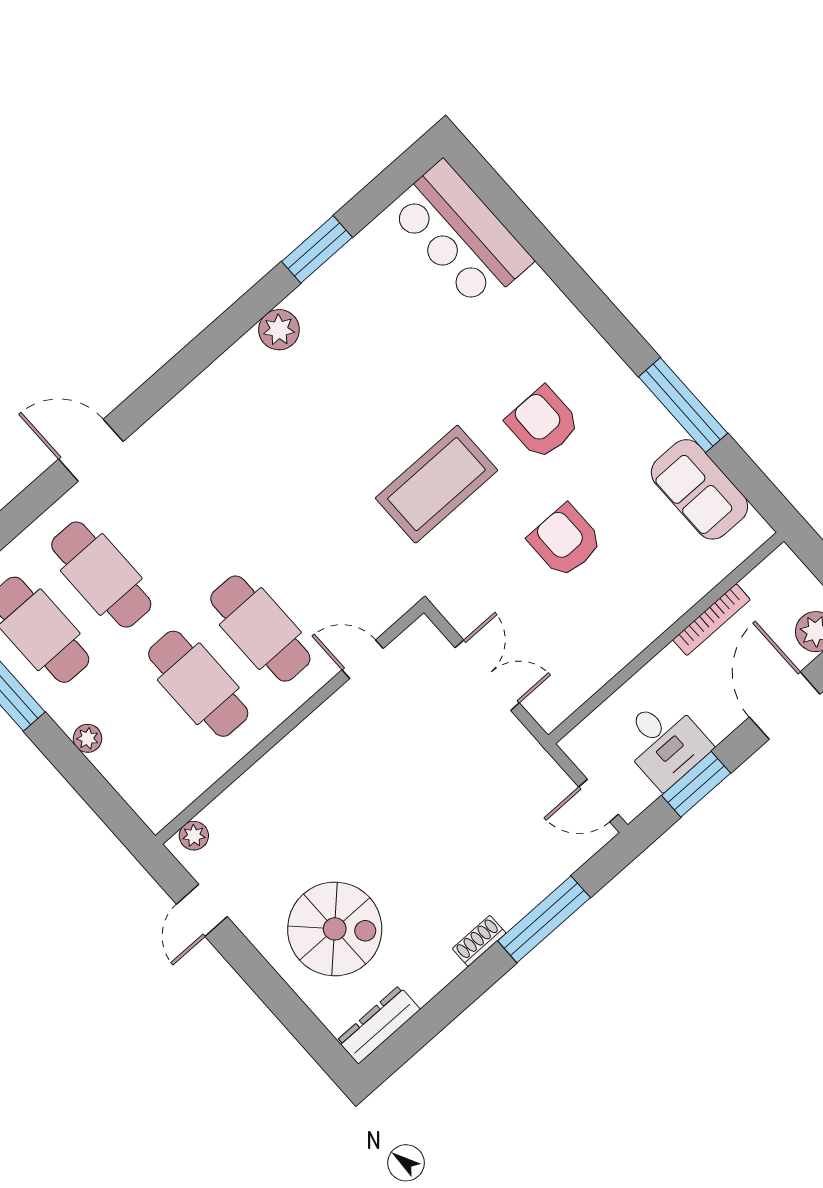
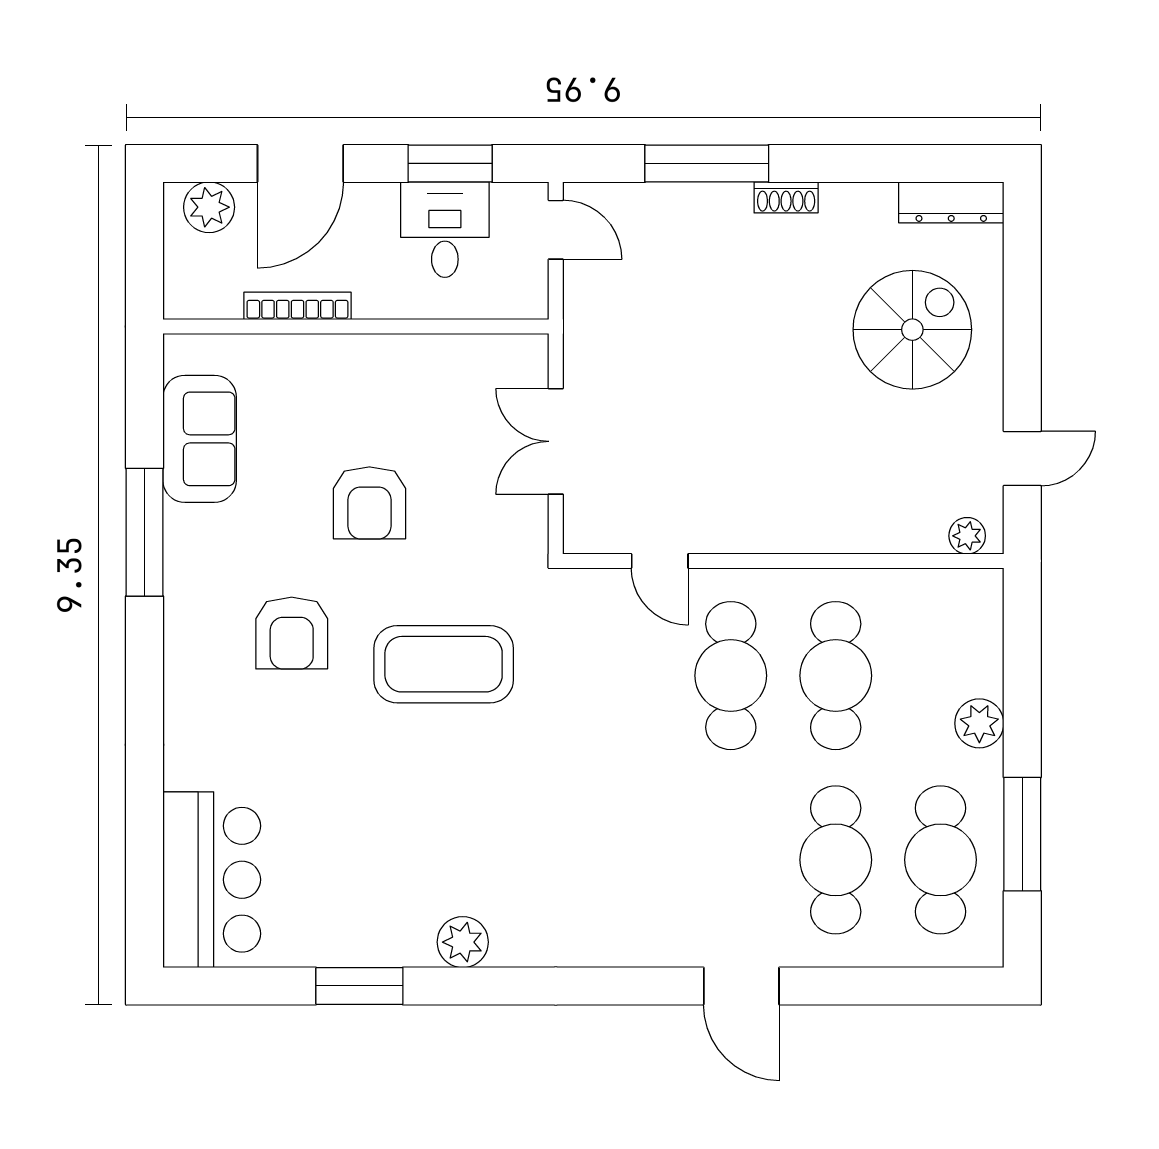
plant: (88, 738) -> (979, 723), width x1.38, depth x1.38
spiral stairs: (335, 929) -> (912, 330), turned 90

